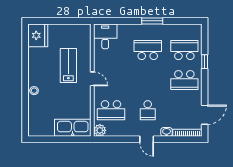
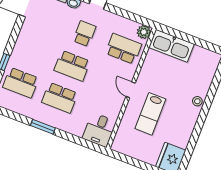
school desk: (184, 80) -> (72, 66), moved, turned 180

